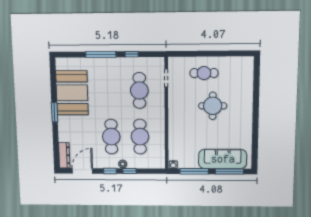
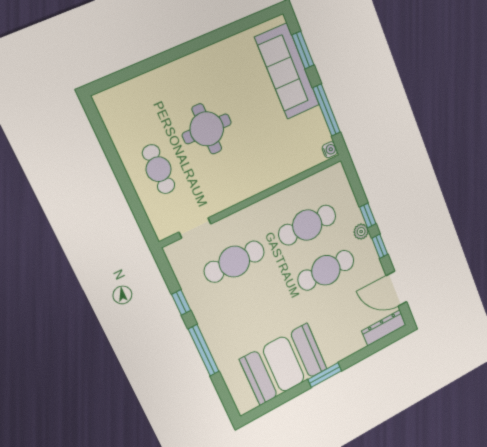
window: (229, 171) -> (303, 50), width x0.69

